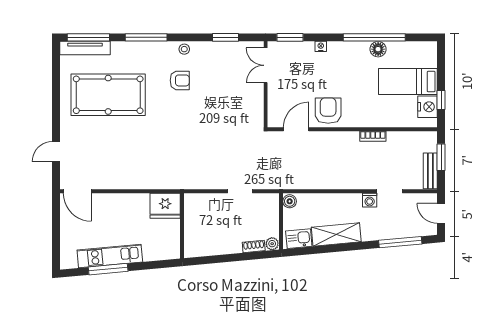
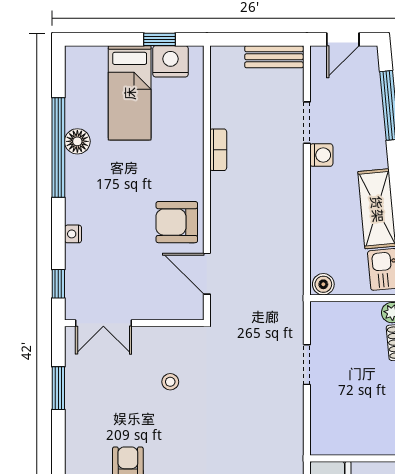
window: (290, 37) -> (58, 284), width x0.67
stool: (184, 49) -> (170, 382), moved
window: (441, 157) -> (252, 39), removed

